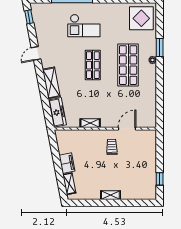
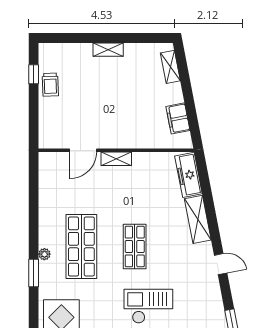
door: (36, 53) -> (221, 264), hinge flipped
shelving: (90, 123) -> (116, 159), moved
trolley: (112, 147) -> (50, 85), moved
filing cabinet: (67, 163) -> (178, 118), moved

